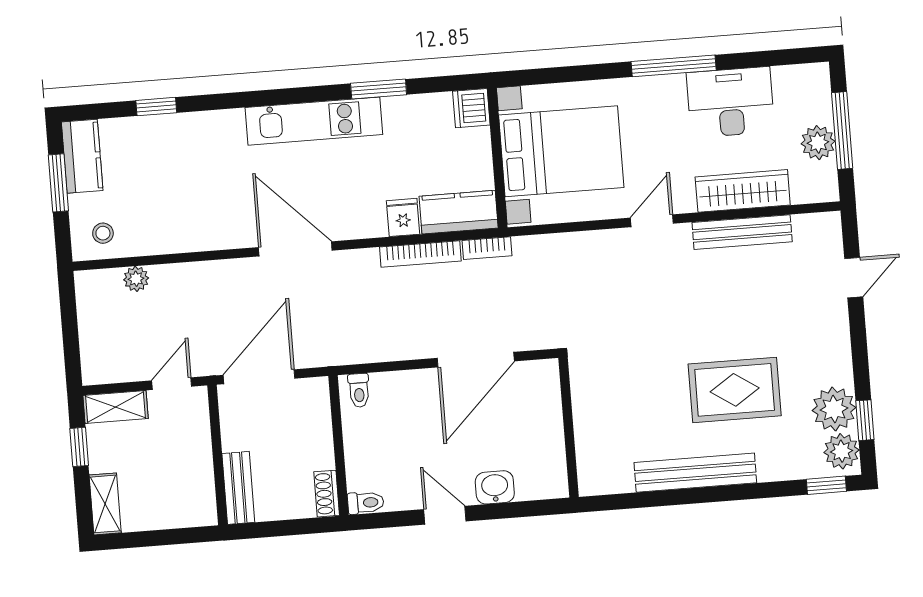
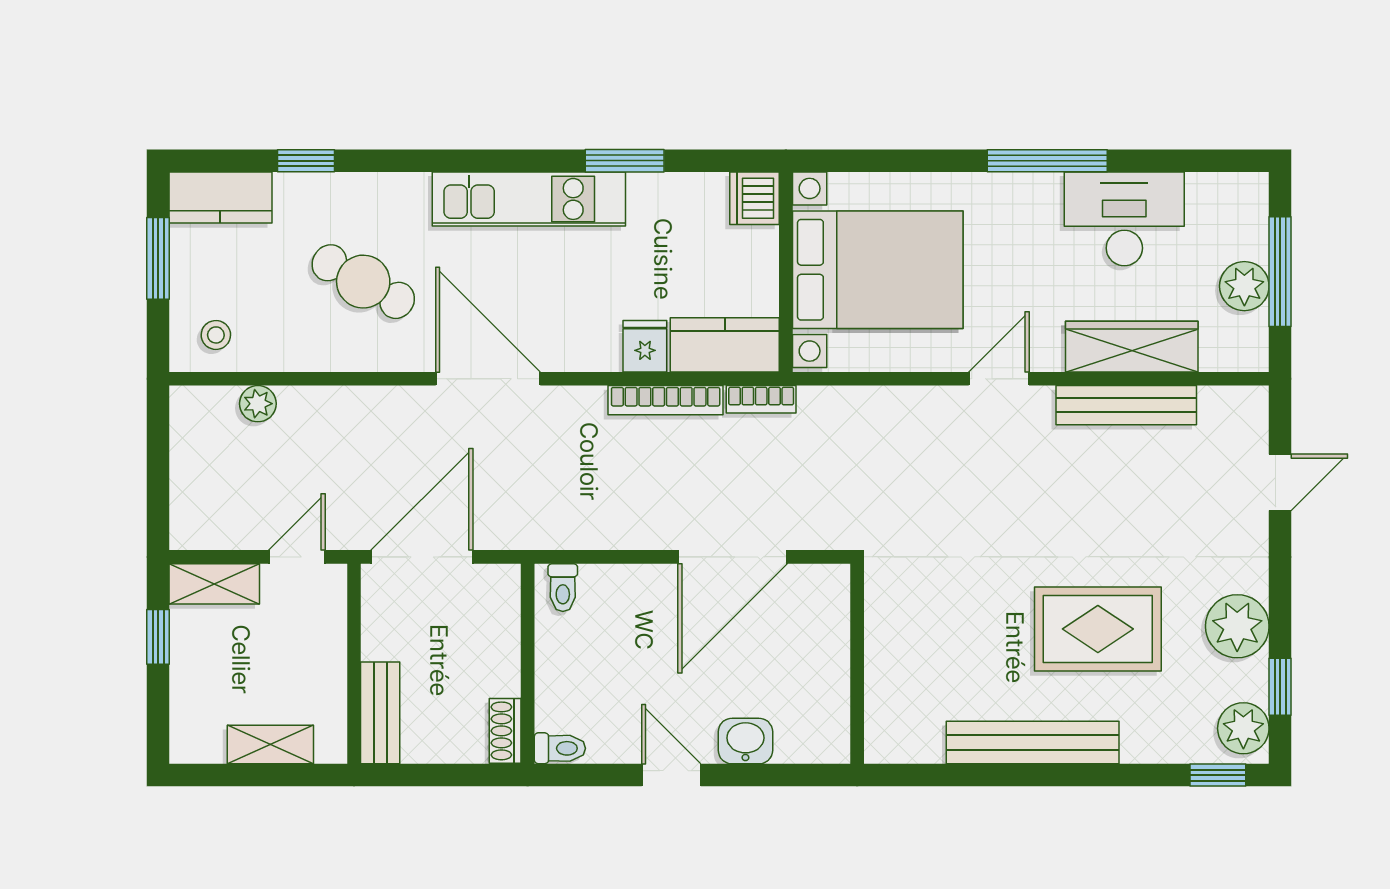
kitchen counter: (82, 156) -> (220, 197), moved, turned 90
cafe table: (203, 188) -> (363, 282), added
plant: (834, 409) -> (1237, 626), moved
shelving: (105, 504) -> (270, 745), moved, turned 90

